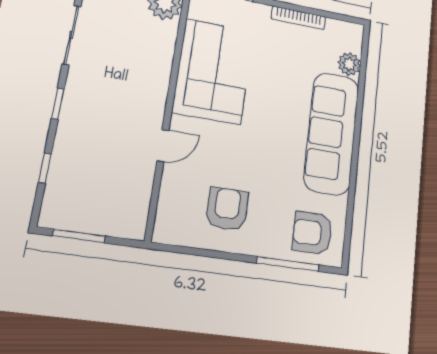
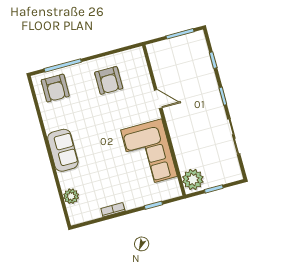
bookcase: (299, 18) -> (113, 210), width x0.64
sofa: (332, 133) -> (63, 150), width x0.54, depth x0.79
door: (163, 146) -> (158, 99), swing flipped
armchair: (312, 233) -> (55, 88), turned 90

